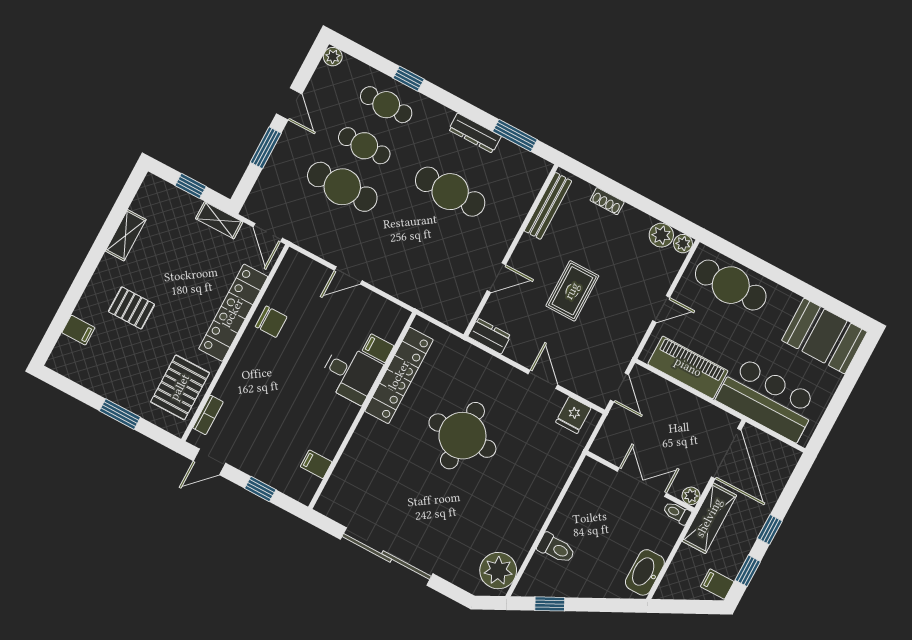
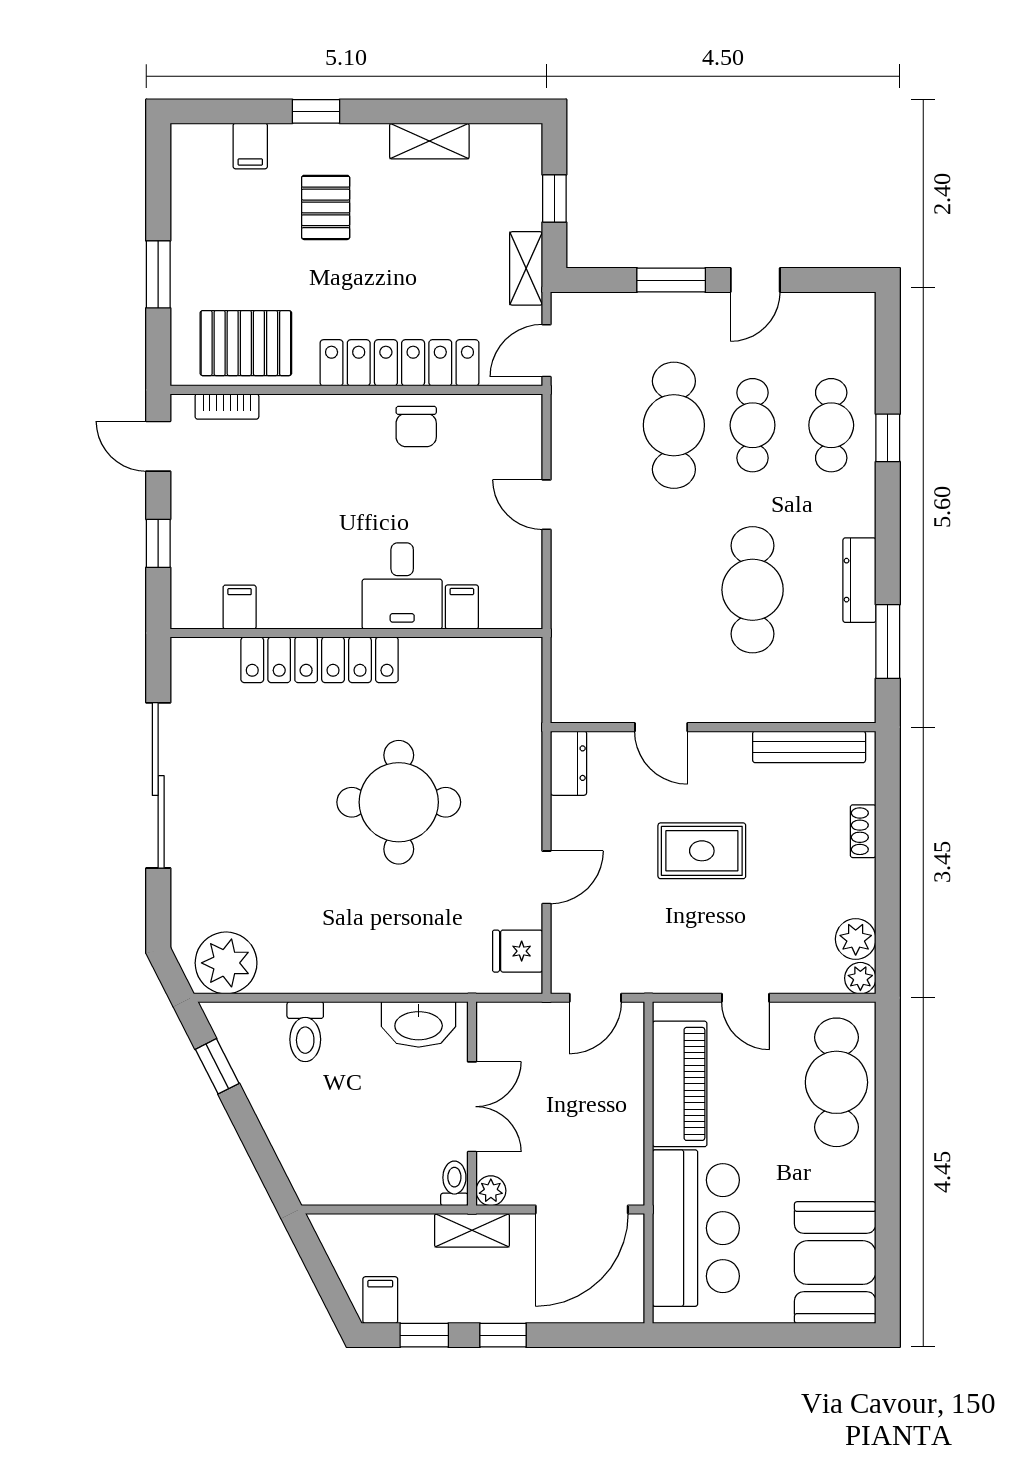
plant: (333, 57) -> (860, 307), removed
window: (79, 286) -> (316, 111), added
locker: (399, 375) -> (320, 660), moved
shelving: (709, 518) -> (472, 1230), width x0.67, depth x0.75
washbasin: (645, 572) -> (419, 1024), moved, turned 180

